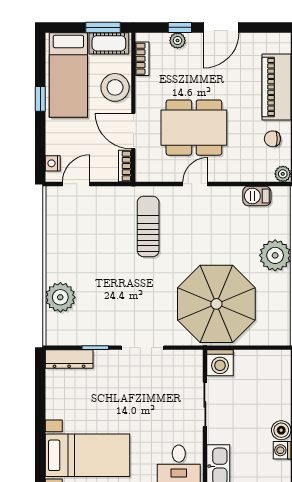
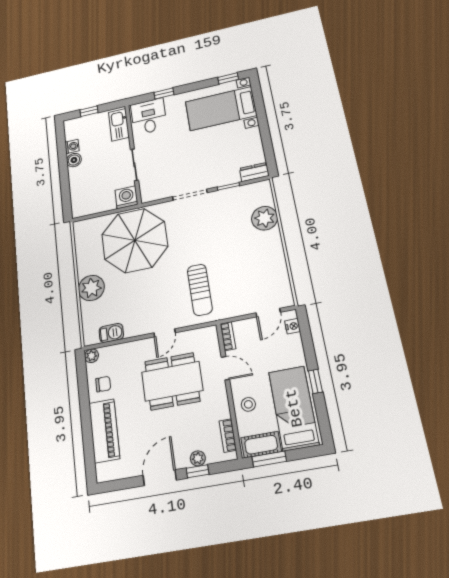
stool: (115, 87) -> (248, 404), width x0.53, depth x0.53
door: (133, 131) -> (225, 368), width x0.73
dresser: (69, 359) -> (254, 172), width x0.70

